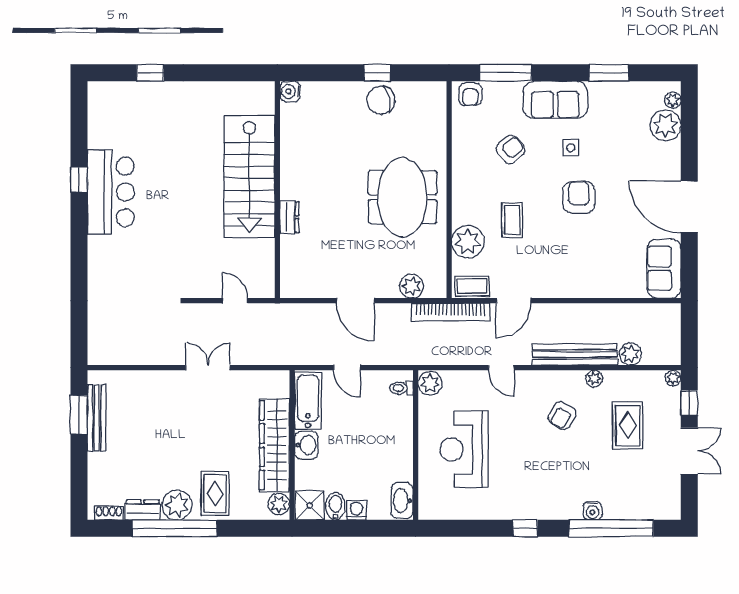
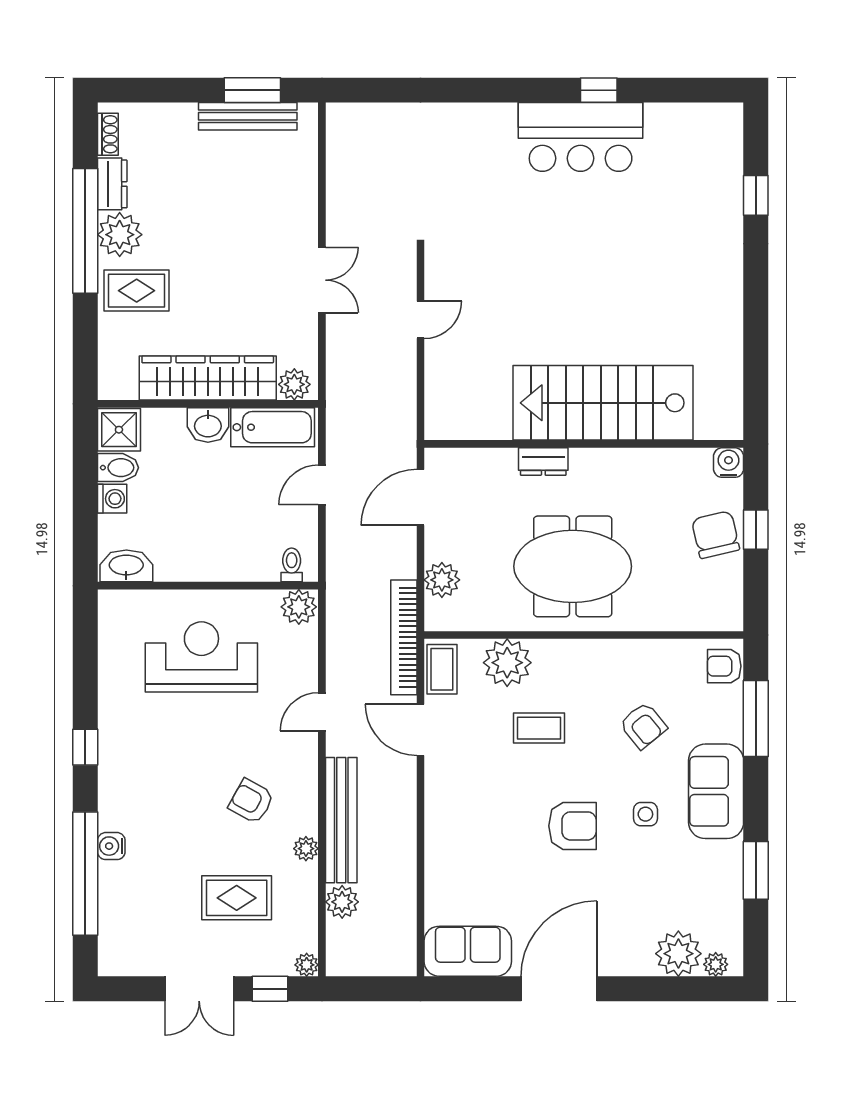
water cooler: (290, 91) -> (729, 463), moved
stairs: (249, 177) -> (603, 403), moved
wall: (277, 190) -> (584, 444), moved
dresser: (289, 217) -> (543, 461), moved
plant: (279, 504) -> (294, 384), moved

